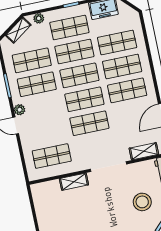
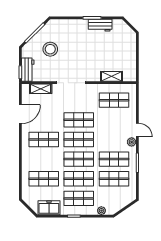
shelving: (18, 30) -> (120, 205), removed
shop shelf: (122, 66) -> (44, 159), removed
shelving: (74, 182) -> (111, 76), moved

